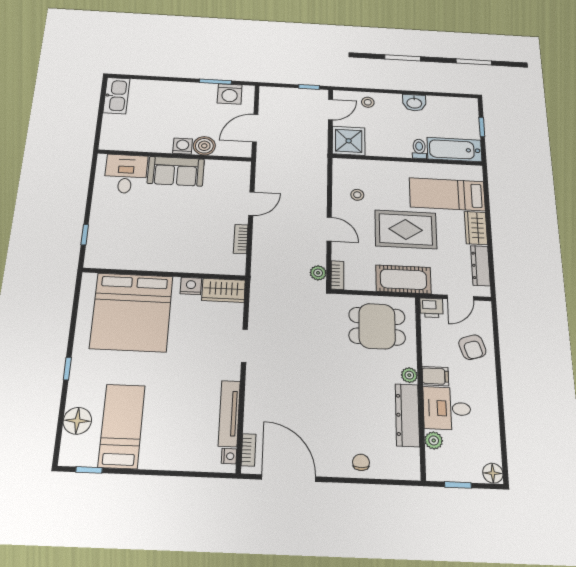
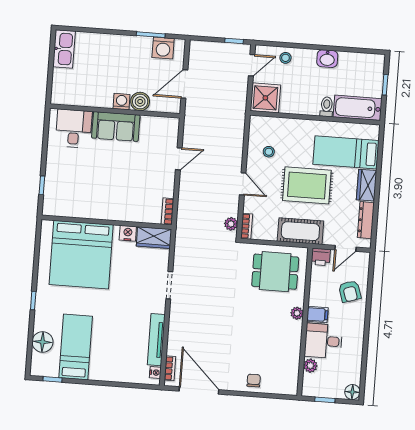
bookcase: (241, 239) -> (167, 211), moved
dresser: (407, 415) -> (292, 345), removed

